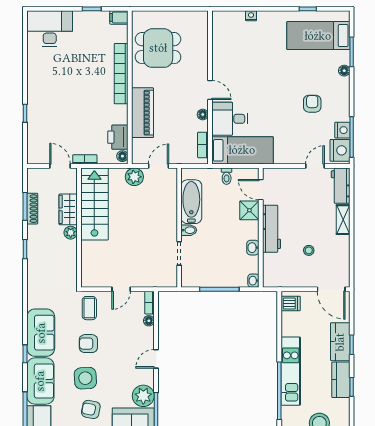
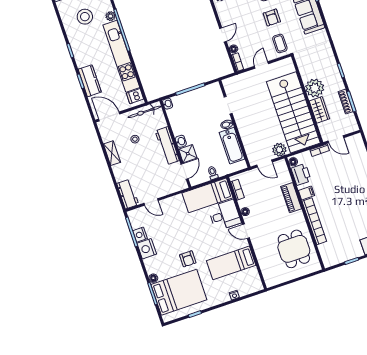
filing cabinet: (119, 18) -> (307, 193), moved
bed: (318, 36) -> (179, 292), width x1.50
dining table: (158, 48) -> (294, 249), turned 90
bed: (241, 57) -> (231, 263), added
armchair: (312, 104) -> (188, 259), moved
piano: (143, 113) -> (291, 198), width x0.73, depth x0.75
nightstand: (340, 150) -> (147, 249), moved
door: (159, 166) -> (265, 163), hinge flipped
door: (315, 166) -> (151, 202), hinge flipped
door: (261, 190) -> (185, 171), hinge flipped
stairs: (94, 204) -> (293, 112), width x1.36, depth x1.51
shelving: (343, 220) -> (112, 153), moved
plant: (71, 233) -> (315, 88), width x1.88, depth x1.88
washbasin: (253, 248) -> (181, 141), moved
bicycle: (285, 280) -> (144, 112), added
armchair: (88, 344) -> (272, 17), turned 90
door: (156, 359) -> (223, 35), moved
kitchen unit: (291, 371) -> (121, 56), width x1.36
kitchen counter: (341, 380) -> (80, 53), removed
plant: (287, 413) -> (110, 16), added

